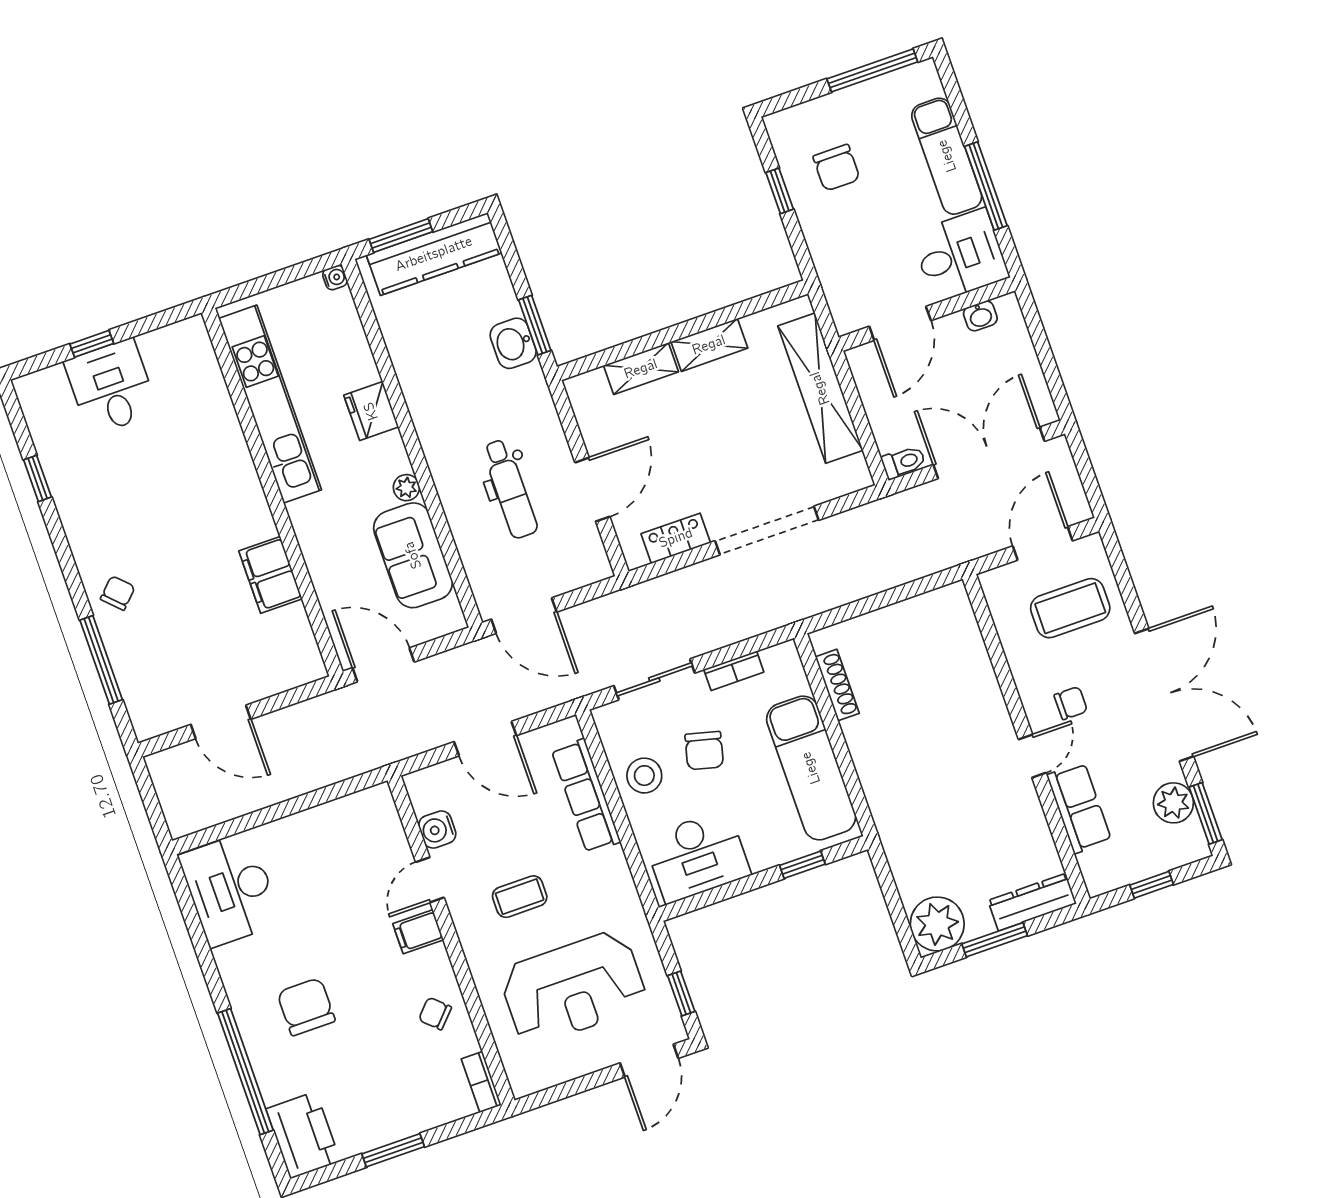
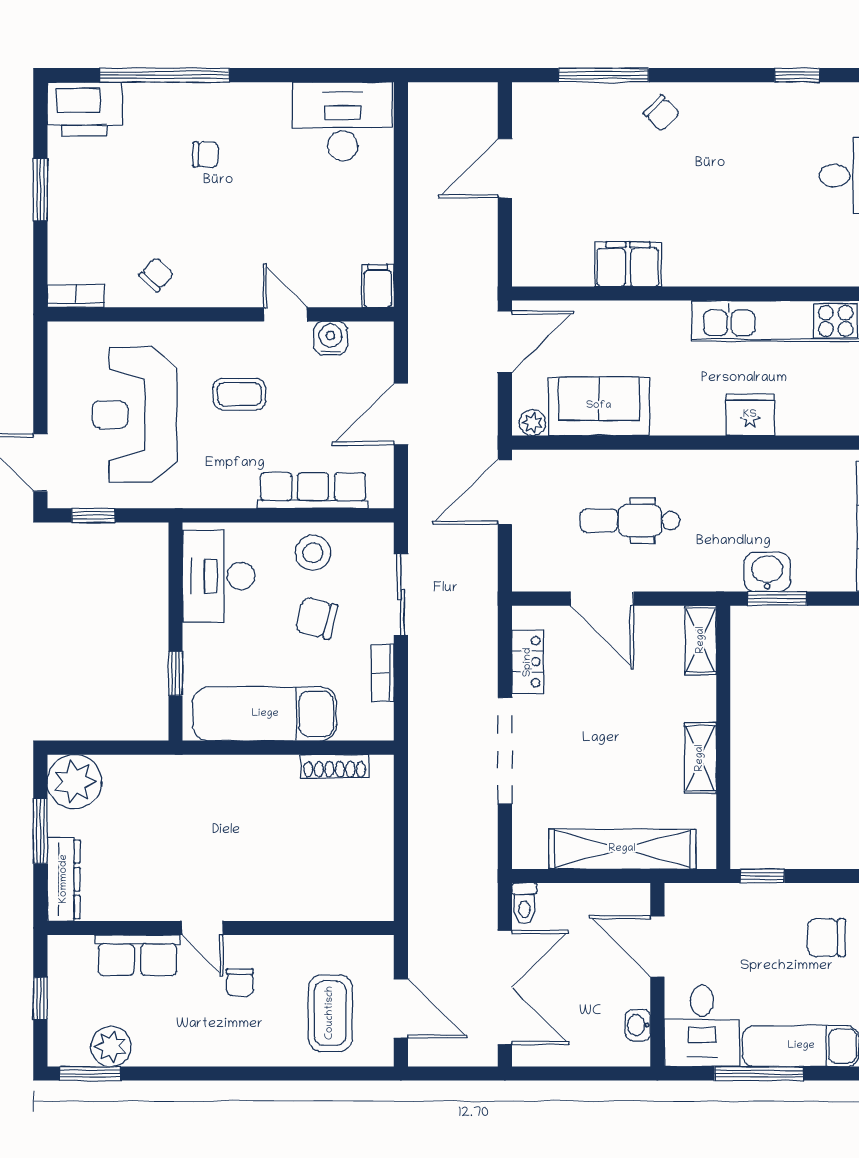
window: (780, 191) -> (762, 876), moved
shelving: (641, 369) -> (701, 640), moved
plant: (406, 488) -> (532, 423), moved
double door: (1164, 695) -> (217, 1074), removed
coffee table: (520, 897) -> (239, 394), turned 90
filing cabinet: (418, 932) -> (378, 286), moved
chair: (306, 1007) -> (206, 155), width x0.54, depth x0.54

